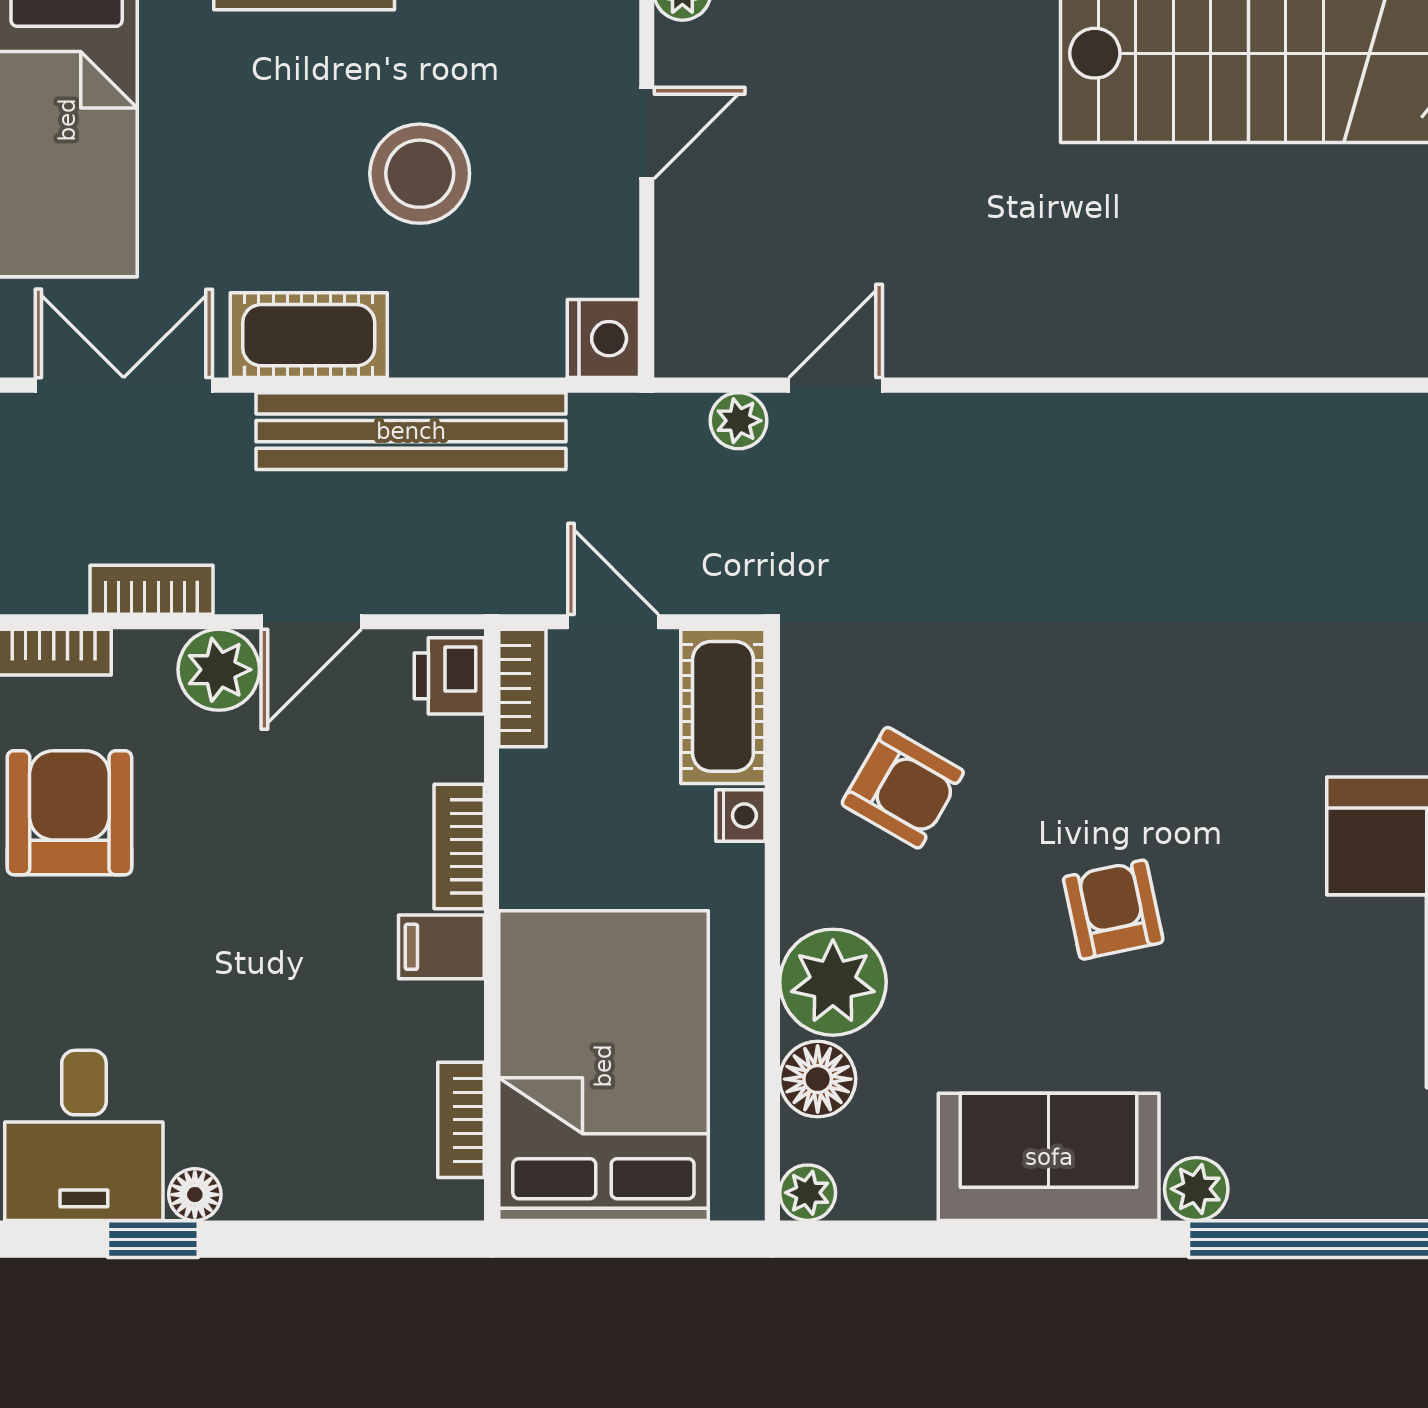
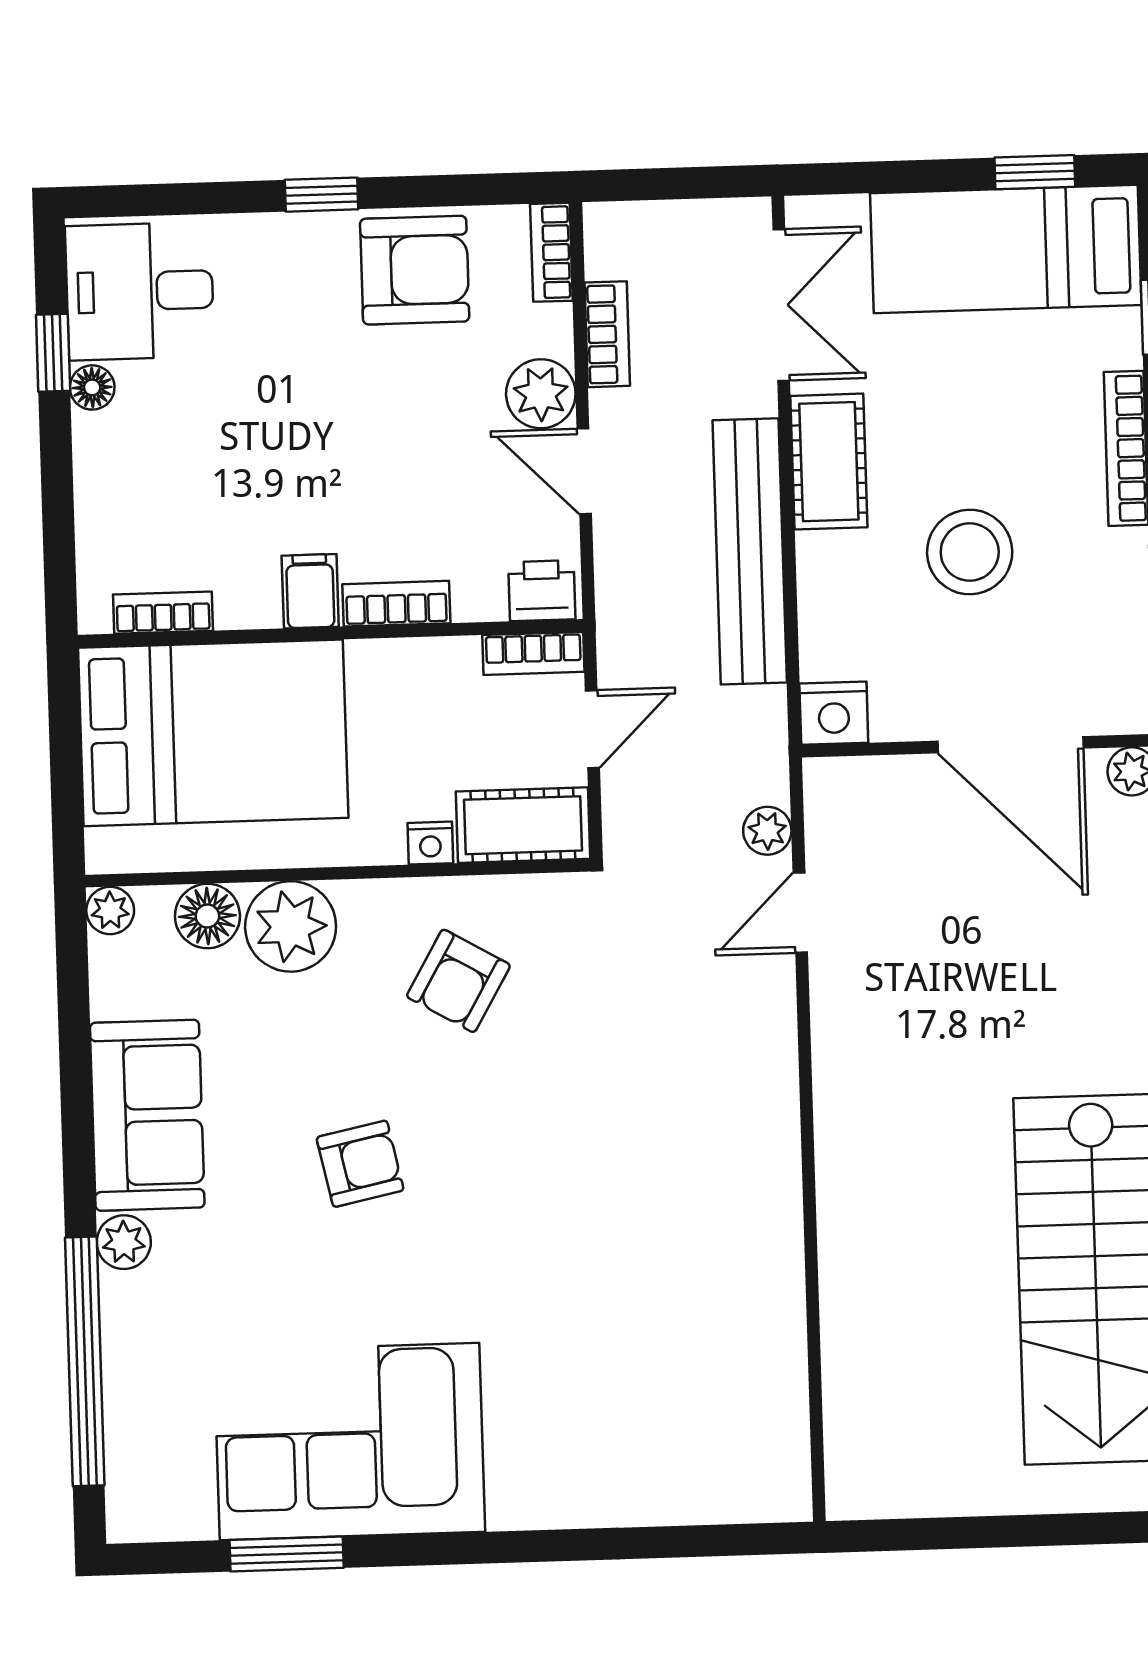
door: (647, 133) -> (1010, 745), width x1.88
door: (836, 385) -> (800, 913), swing flipped

